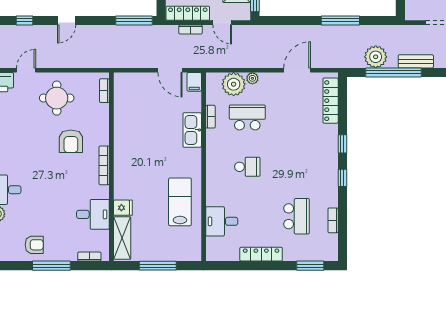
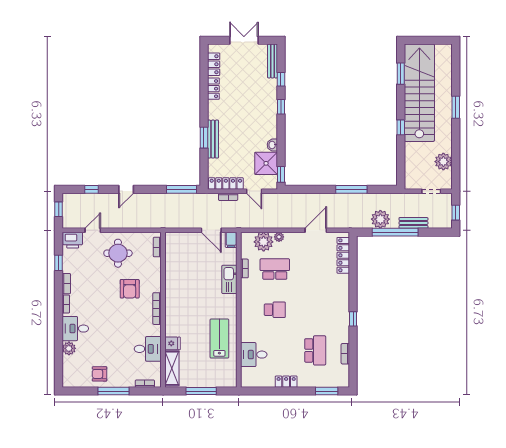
window: (342, 144) -> (353, 291), removed
armchair: (34, 245) -> (99, 374), turned 180
locker: (261, 254) -> (286, 382), width x0.66

